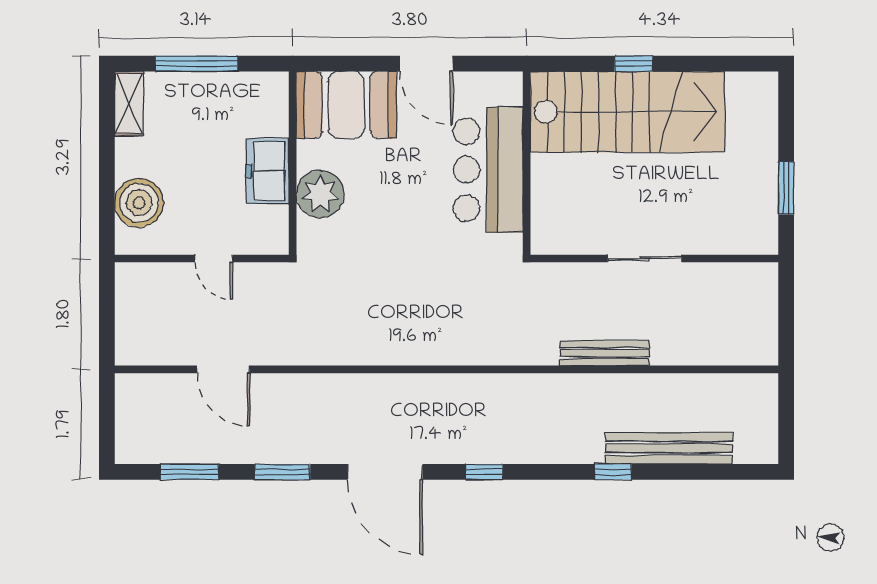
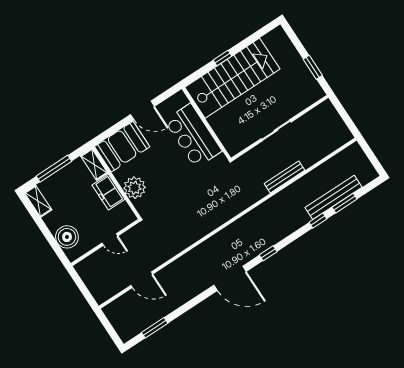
shelving: (274, 104) -> (94, 164), added
window: (282, 472) -> (344, 203), moved

